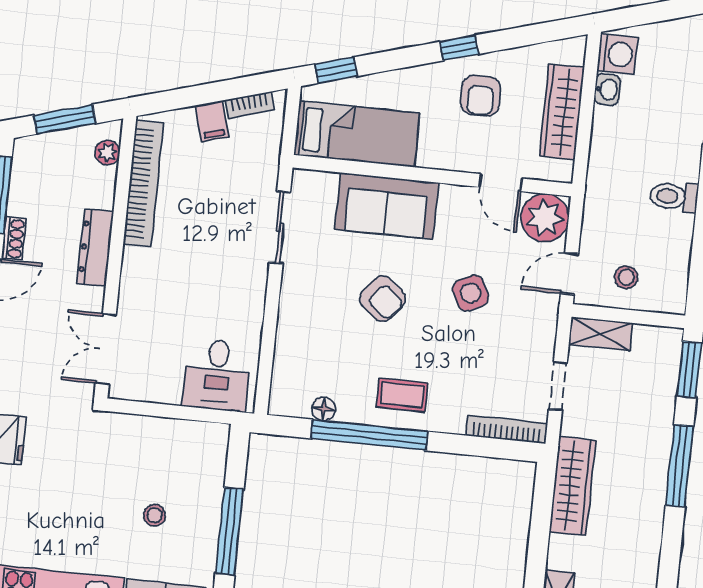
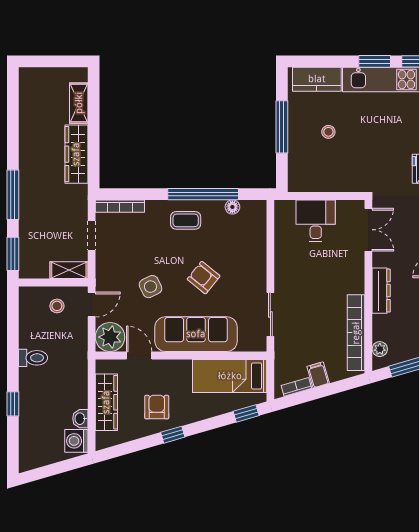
sofa: (387, 206) -> (196, 334), width x1.36
desk: (217, 375) -> (316, 221), moved
wardrobe: (573, 486) -> (76, 154), moved

